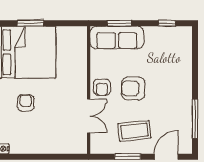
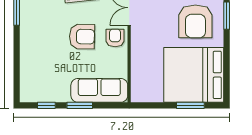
window: (119, 23) -> (80, 105), moved
armchair: (26, 103) -> (195, 21), width x1.88, depth x1.88

